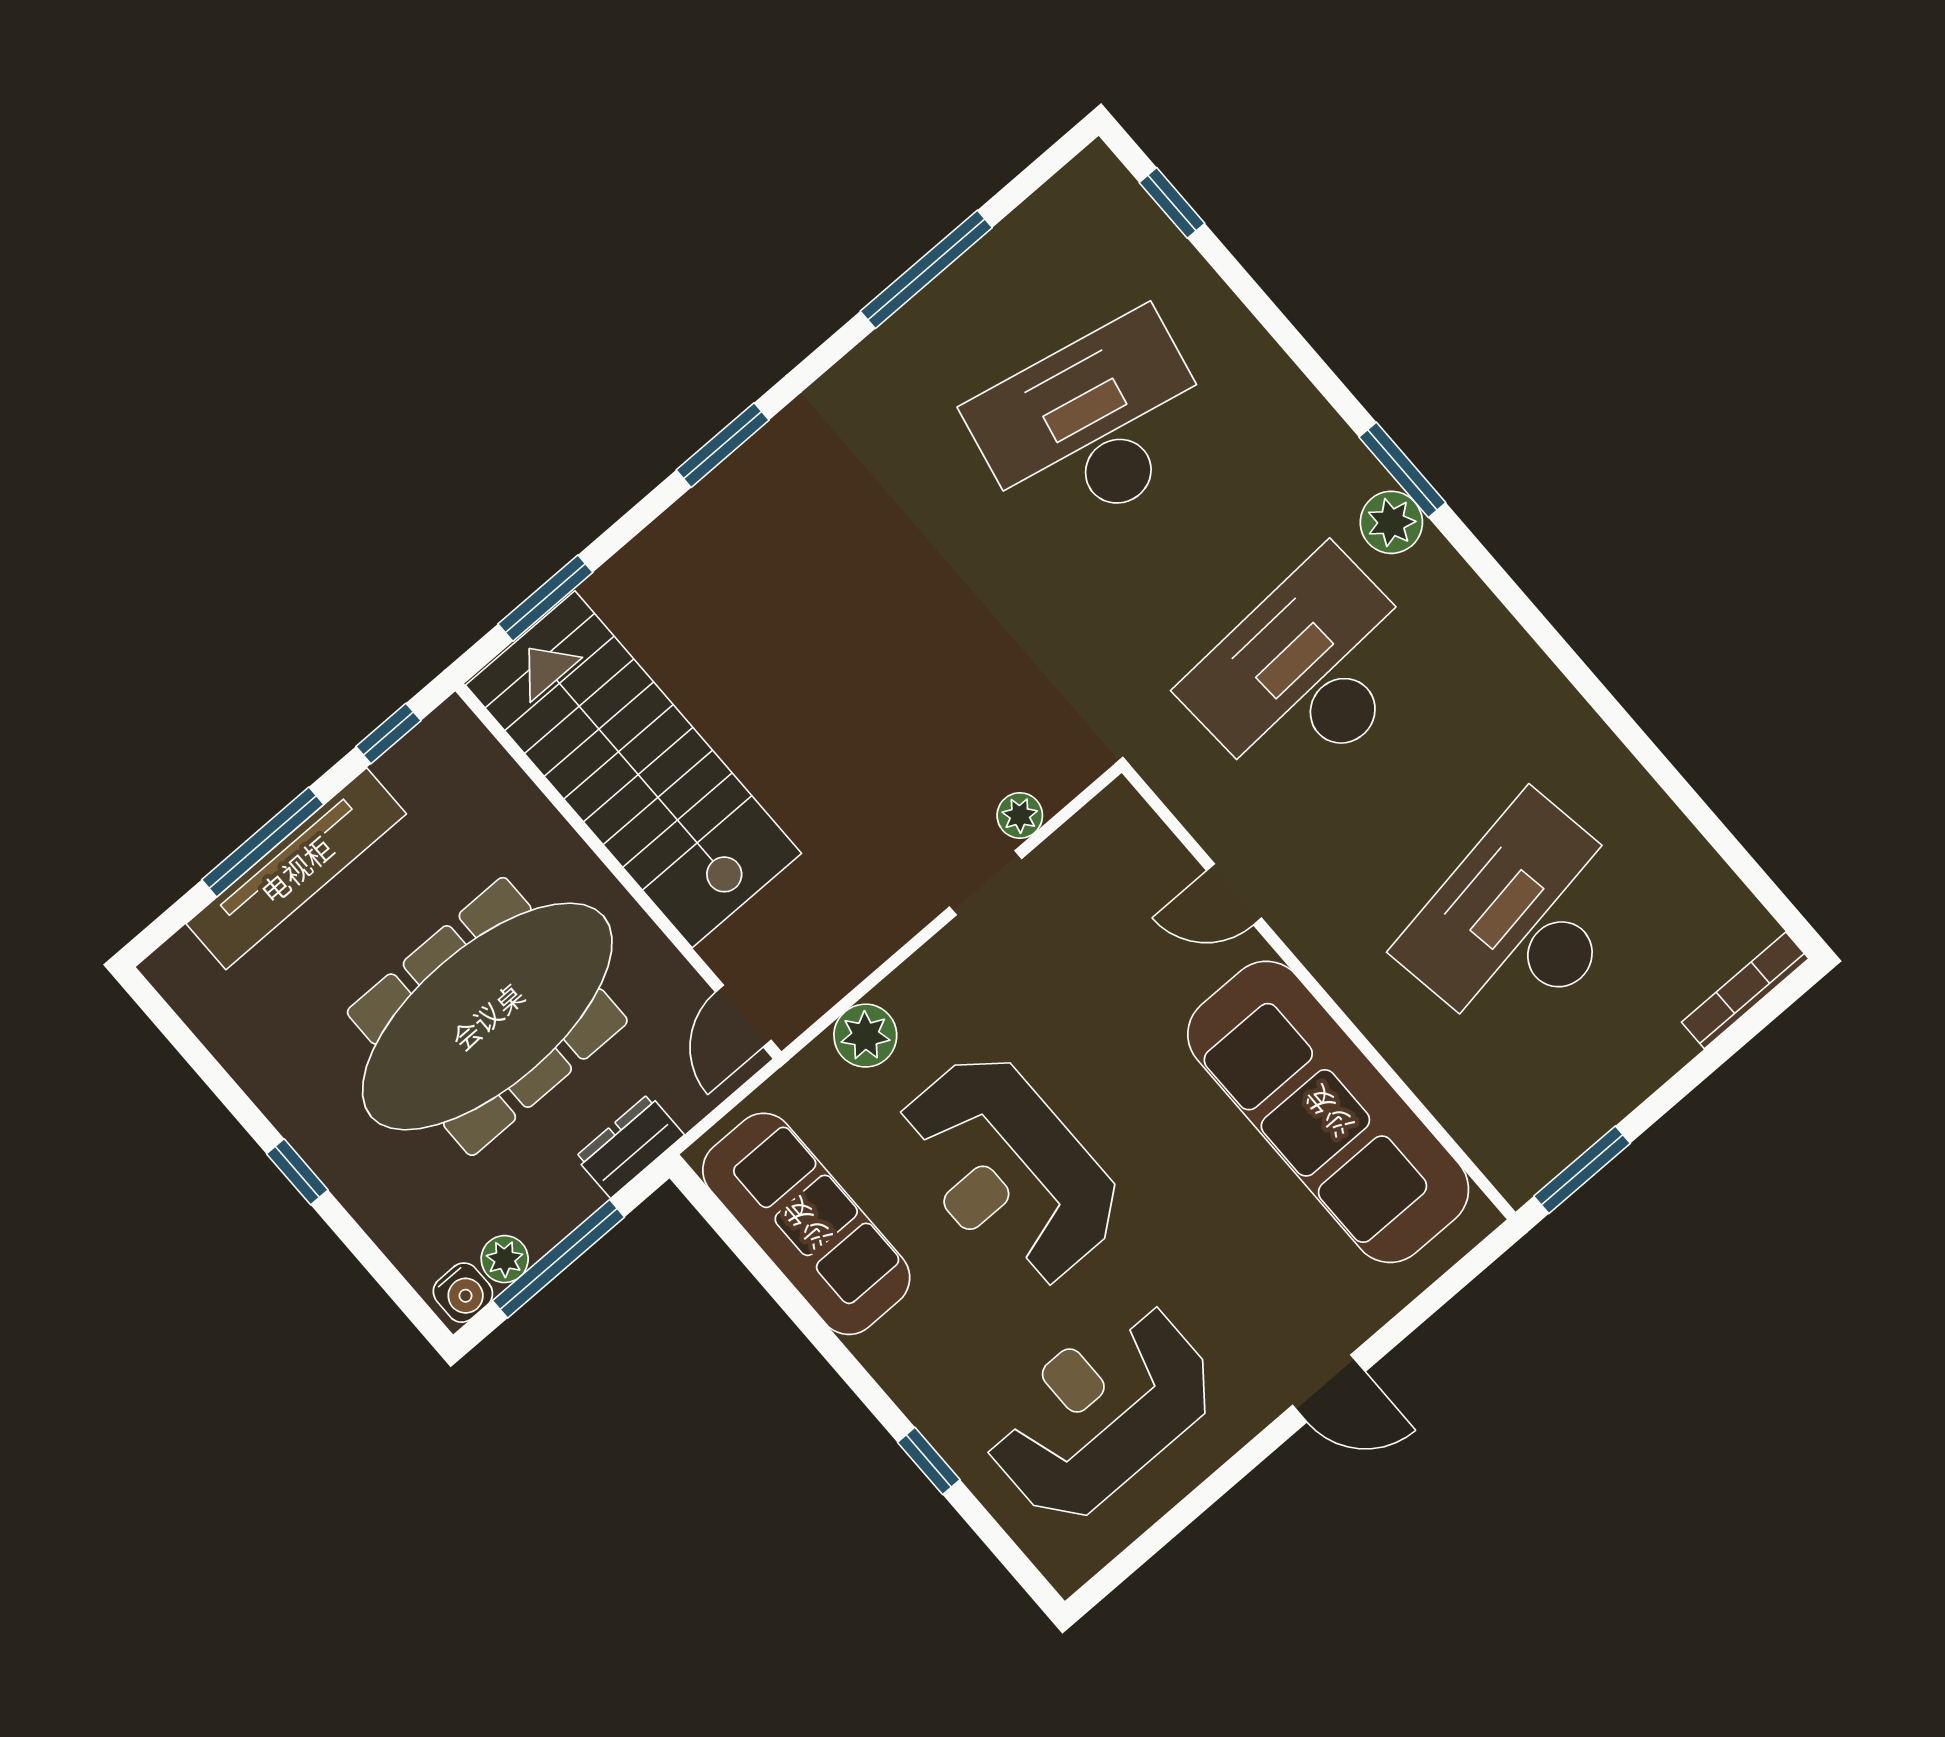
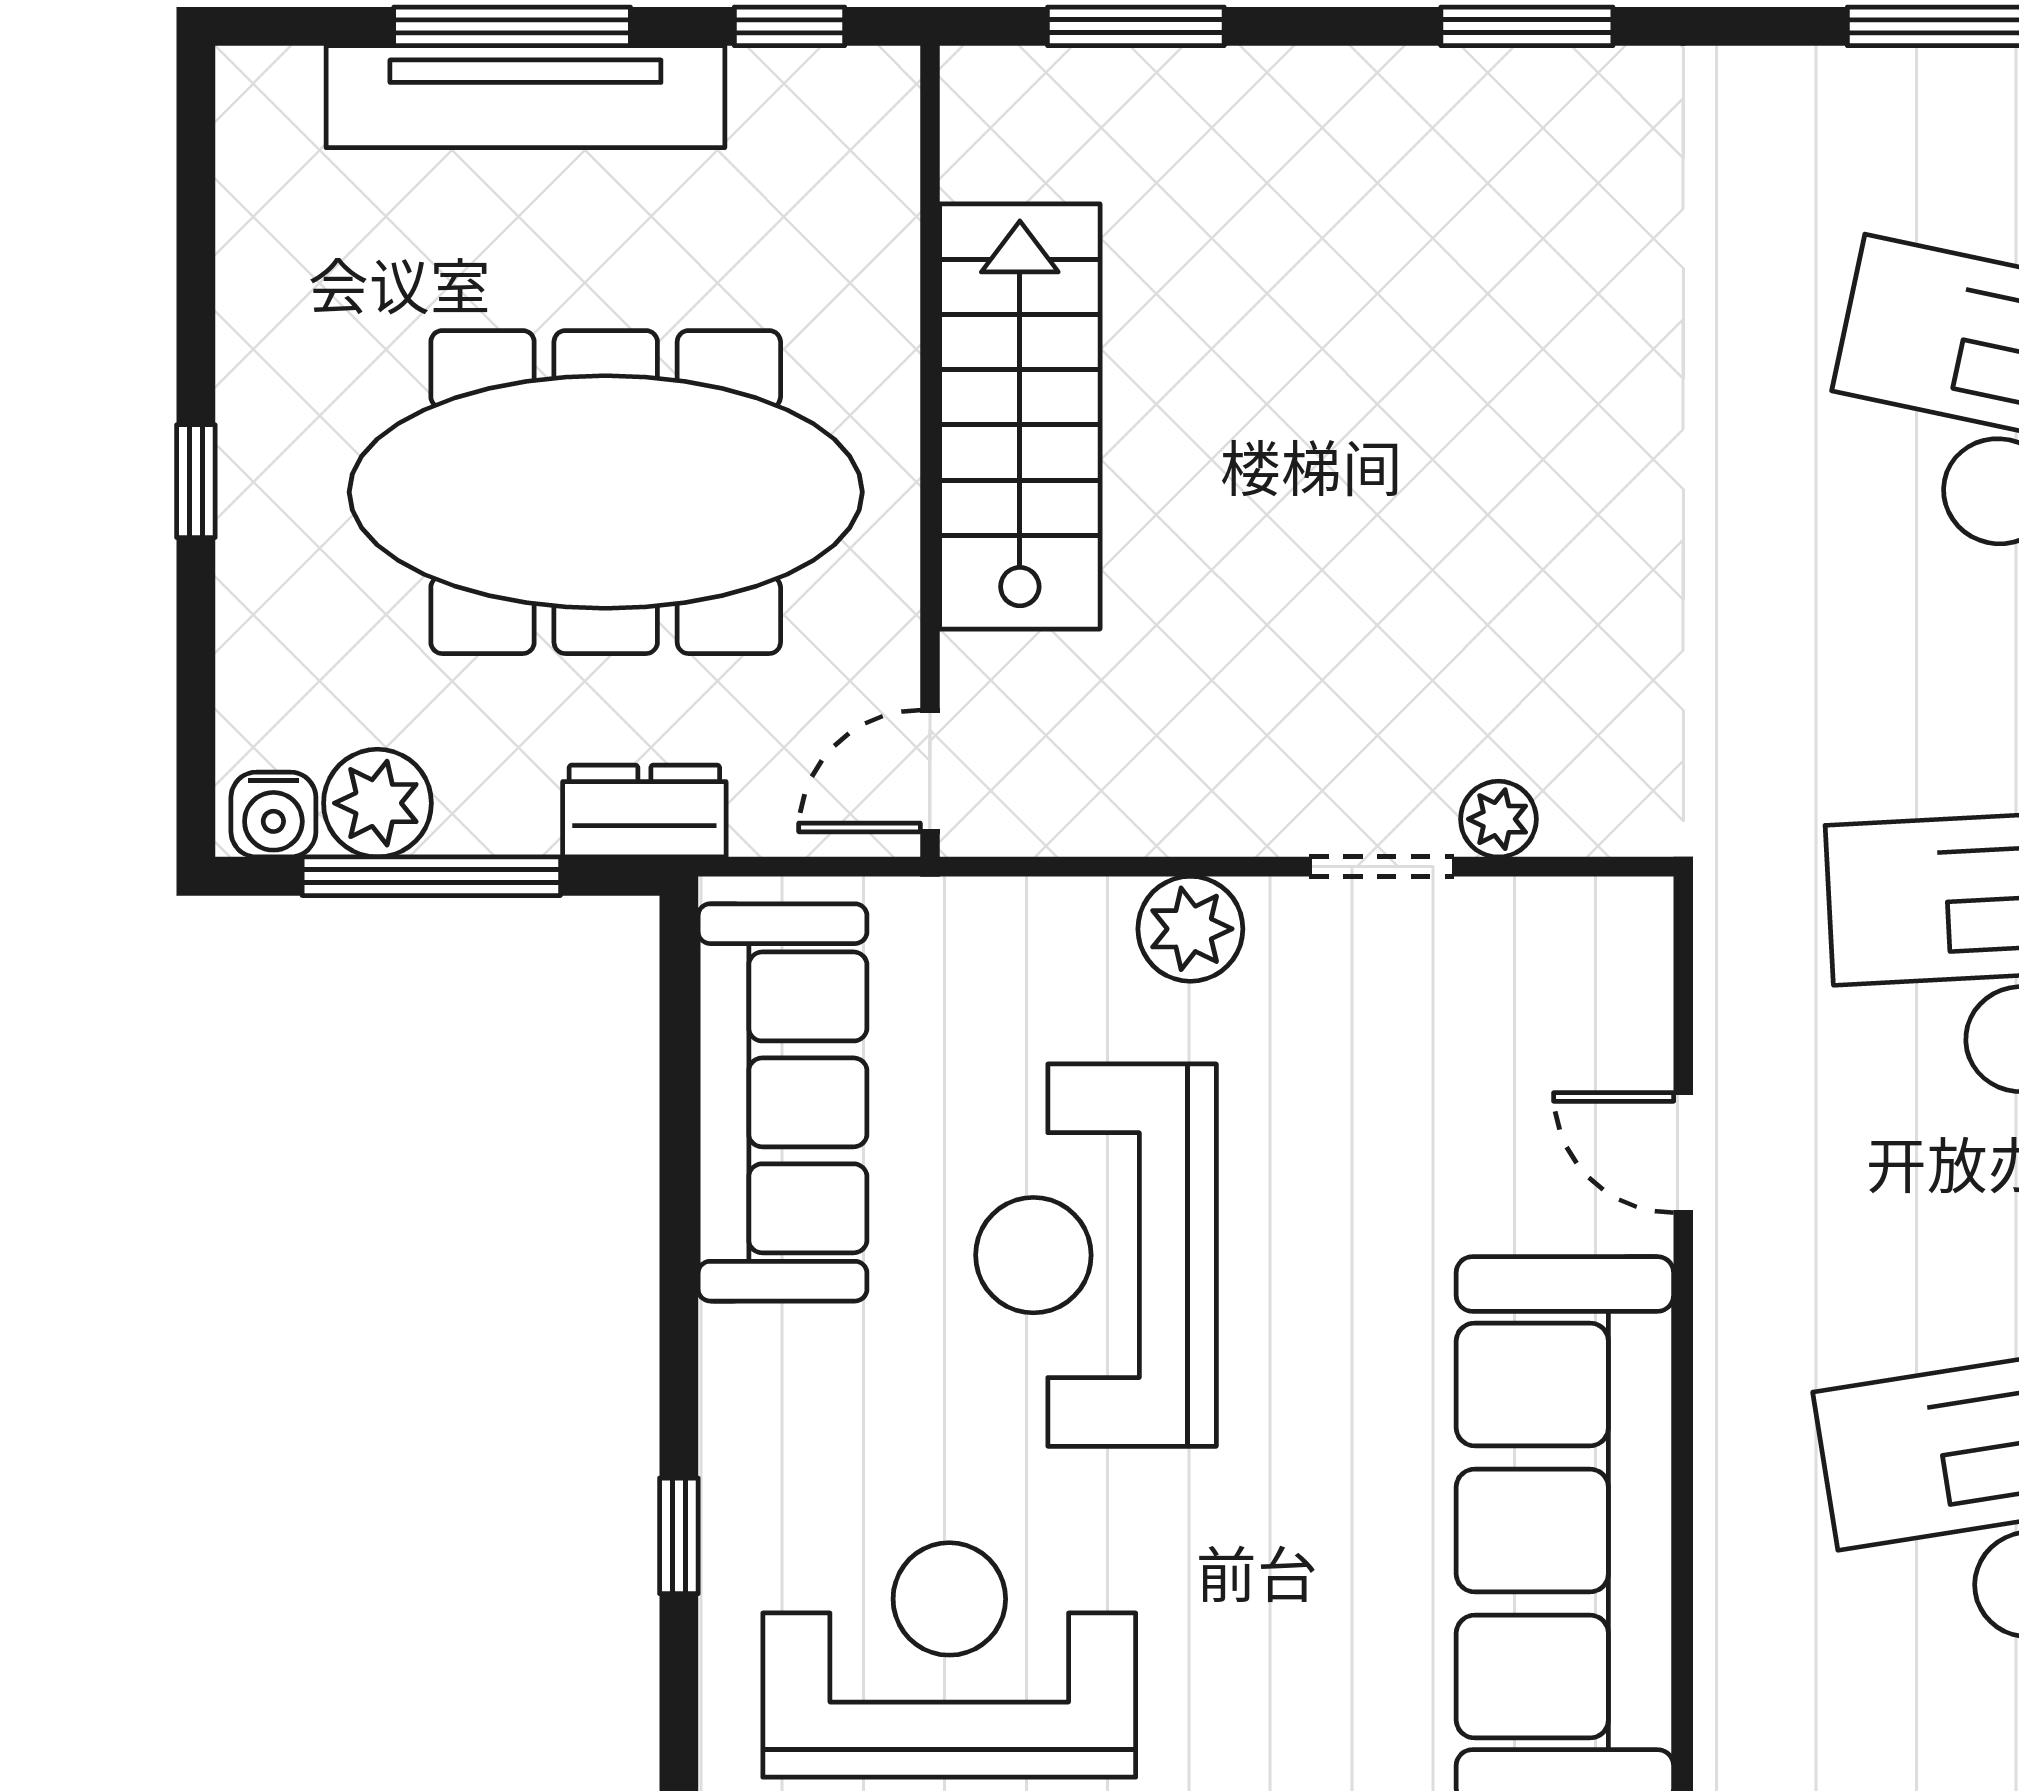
stairs: (634, 769) -> (1020, 416), width x0.73, depth x0.66
plant: (865, 1036) -> (1190, 929), moved
plant: (505, 1259) -> (377, 803), width x1.38, depth x1.38

